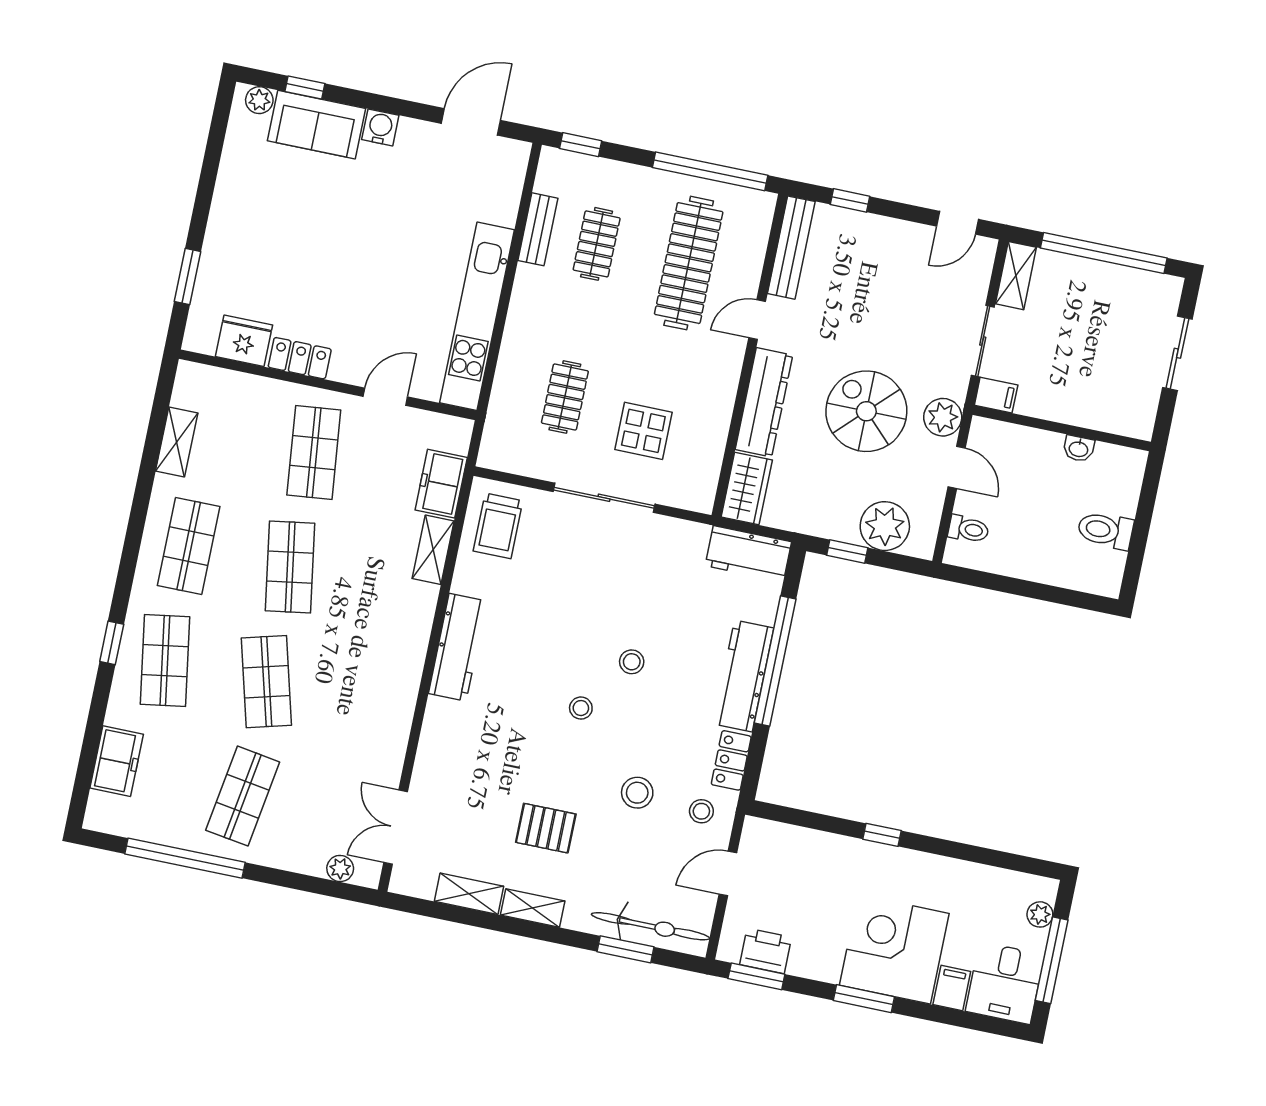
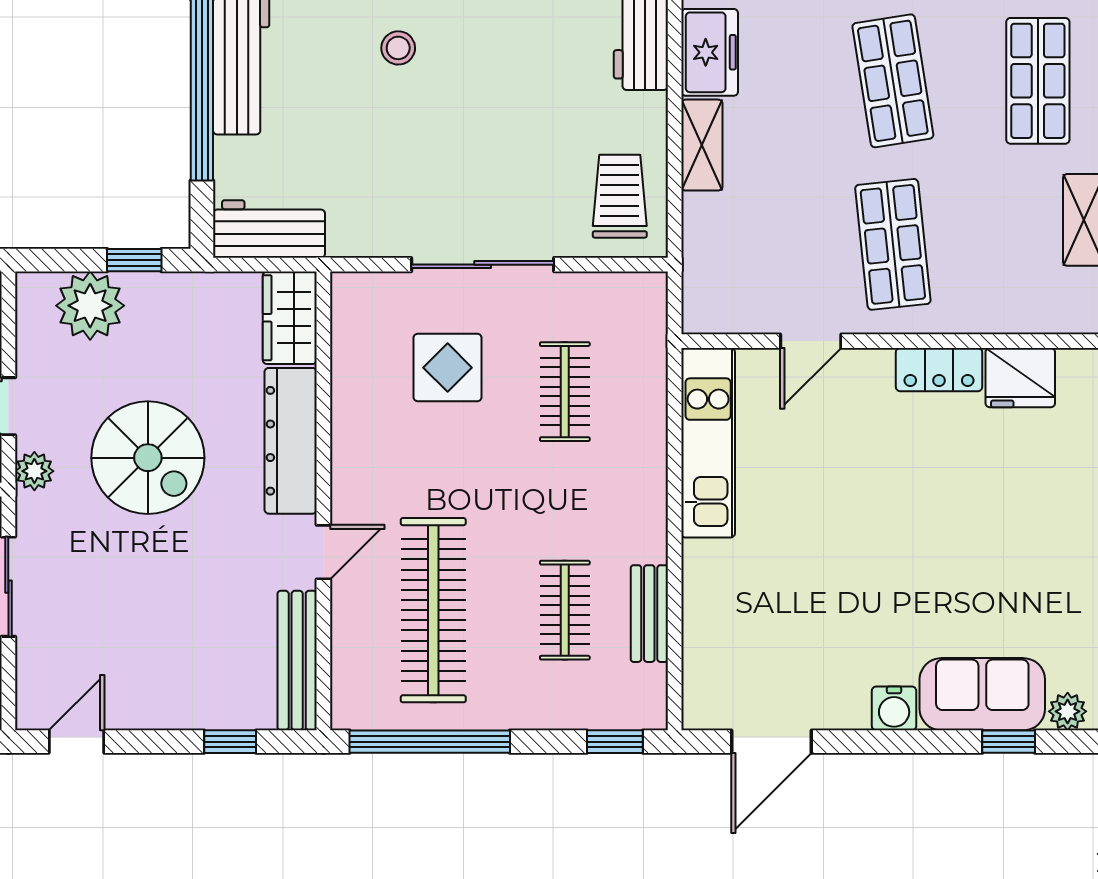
kitchen unit: (477, 316) -> (708, 443), width x0.73
plant: (943, 417) -> (34, 471), width x0.73, depth x0.73
freezer: (441, 484) -> (710, 52), moved

